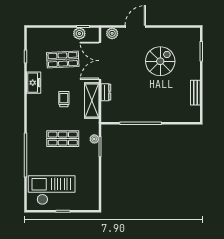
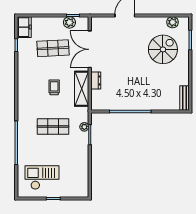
plant: (112, 33) -> (173, 22), moved
spiral stairs: (160, 61) -> (163, 49), moved
freezer: (34, 83) -> (24, 27), moved
bench: (195, 93) -> (185, 98), moved
checkout: (52, 190) -> (42, 178), width x0.73, depth x0.83

